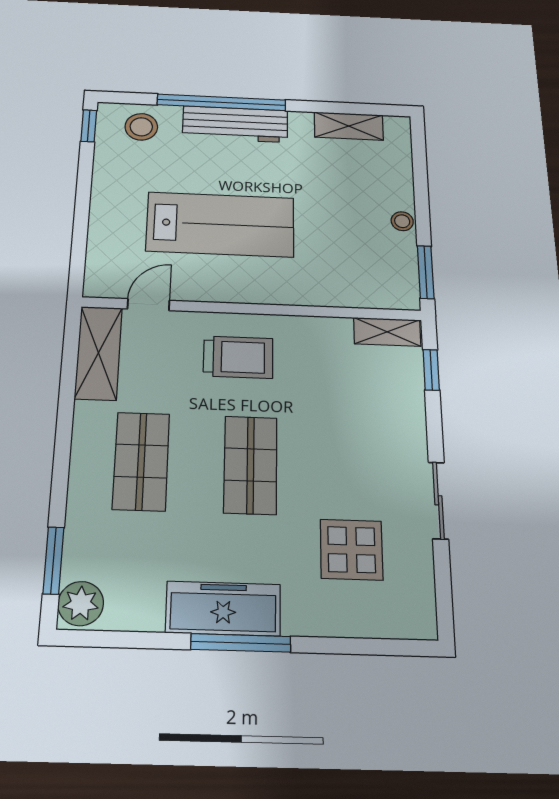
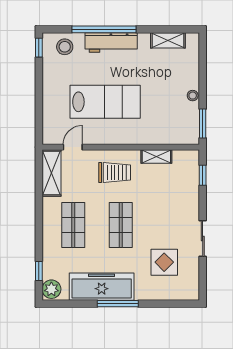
shelving: (387, 332) -> (156, 156), moved
window: (53, 560) -> (39, 271), width x0.67
freezer: (223, 609) -> (102, 287), width x1.36, depth x1.26

